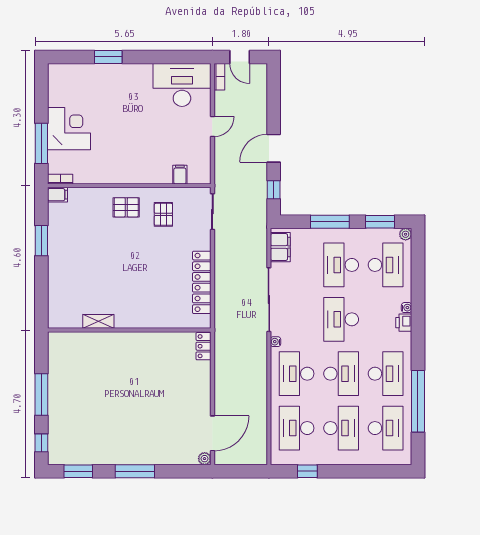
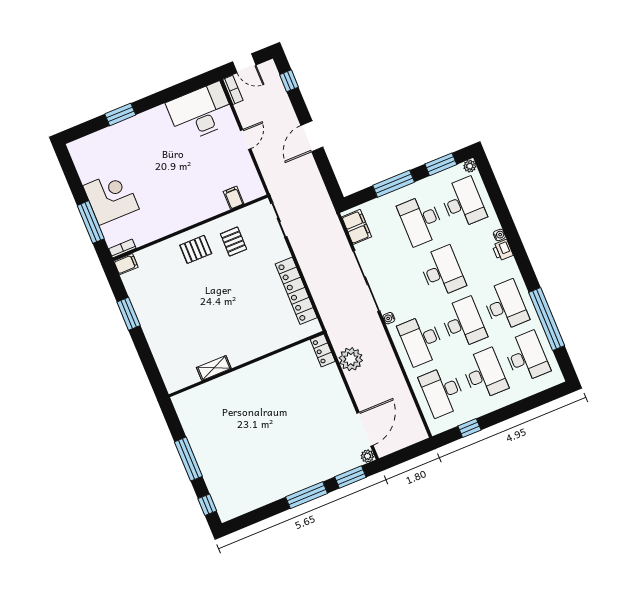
window: (274, 190) -> (289, 81), moved
desk: (341, 319) -> (442, 271), turned 180
plant: (226, 365) -> (351, 359), added
window: (78, 471) -> (350, 477), moved

